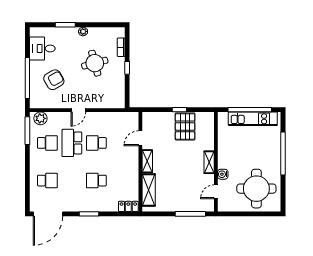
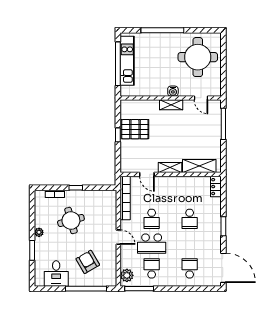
bookcase: (117, 117) -> (125, 198), added
water cooler: (223, 174) -> (173, 91), moved

